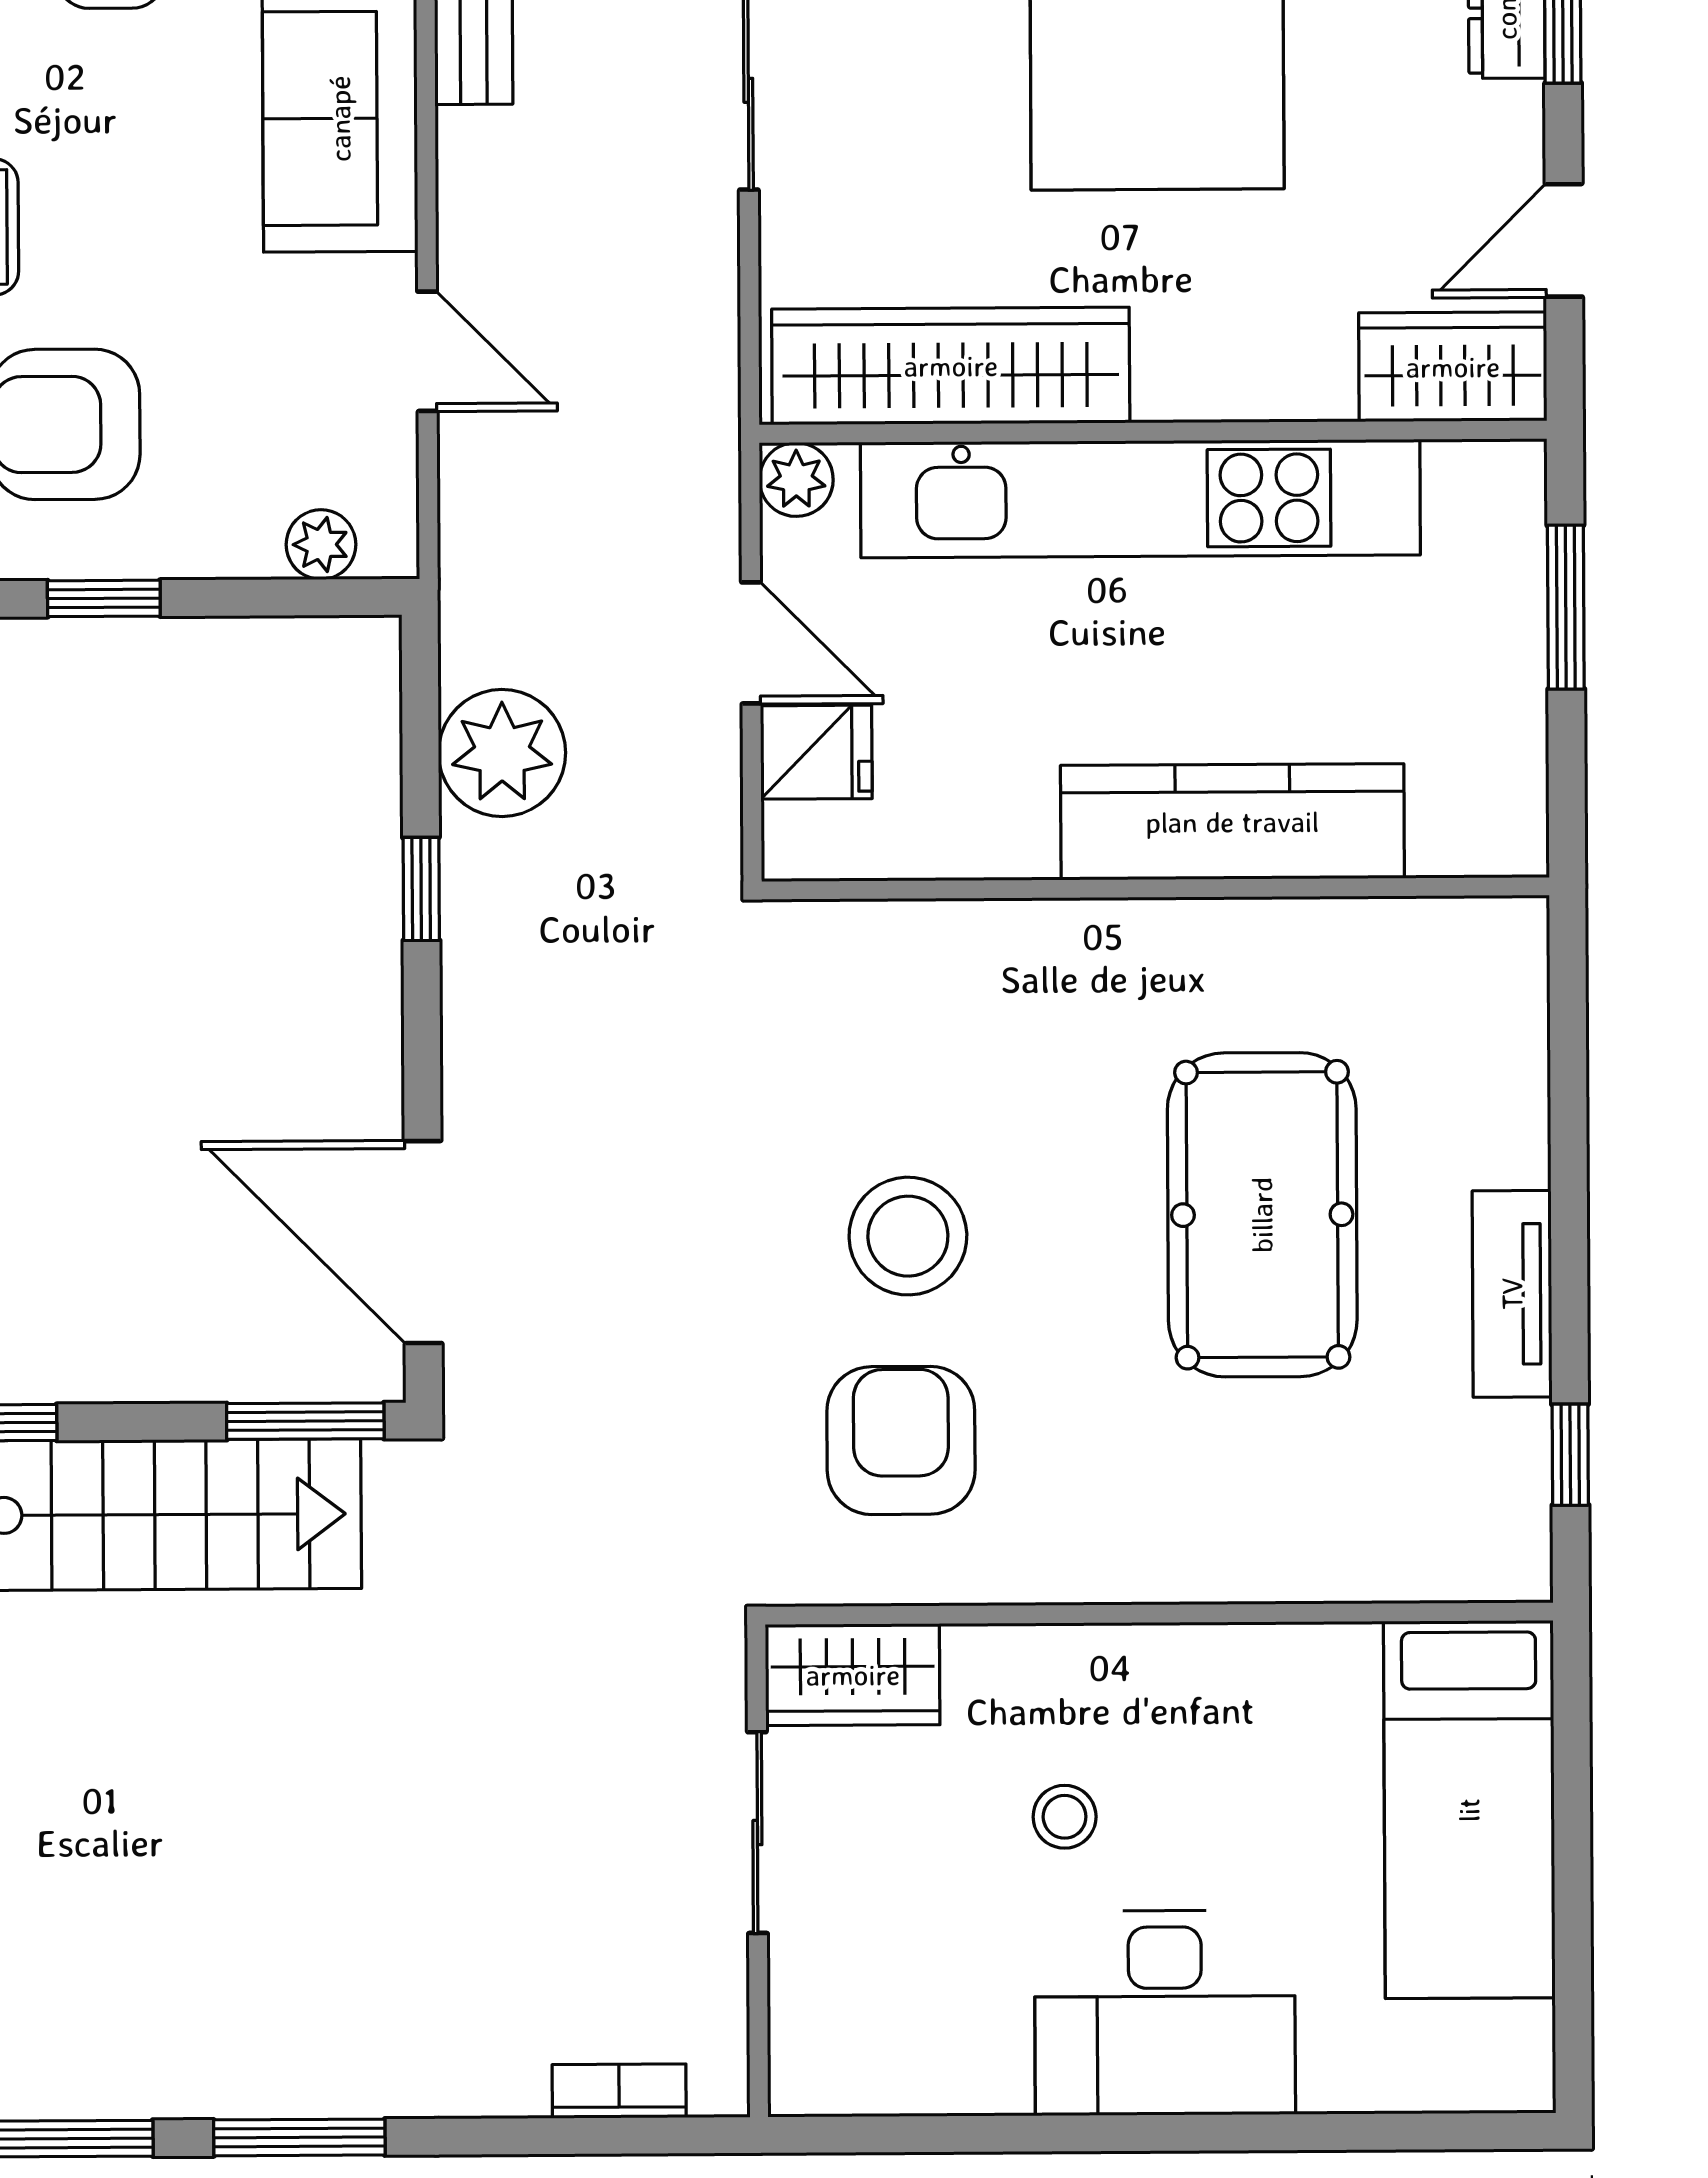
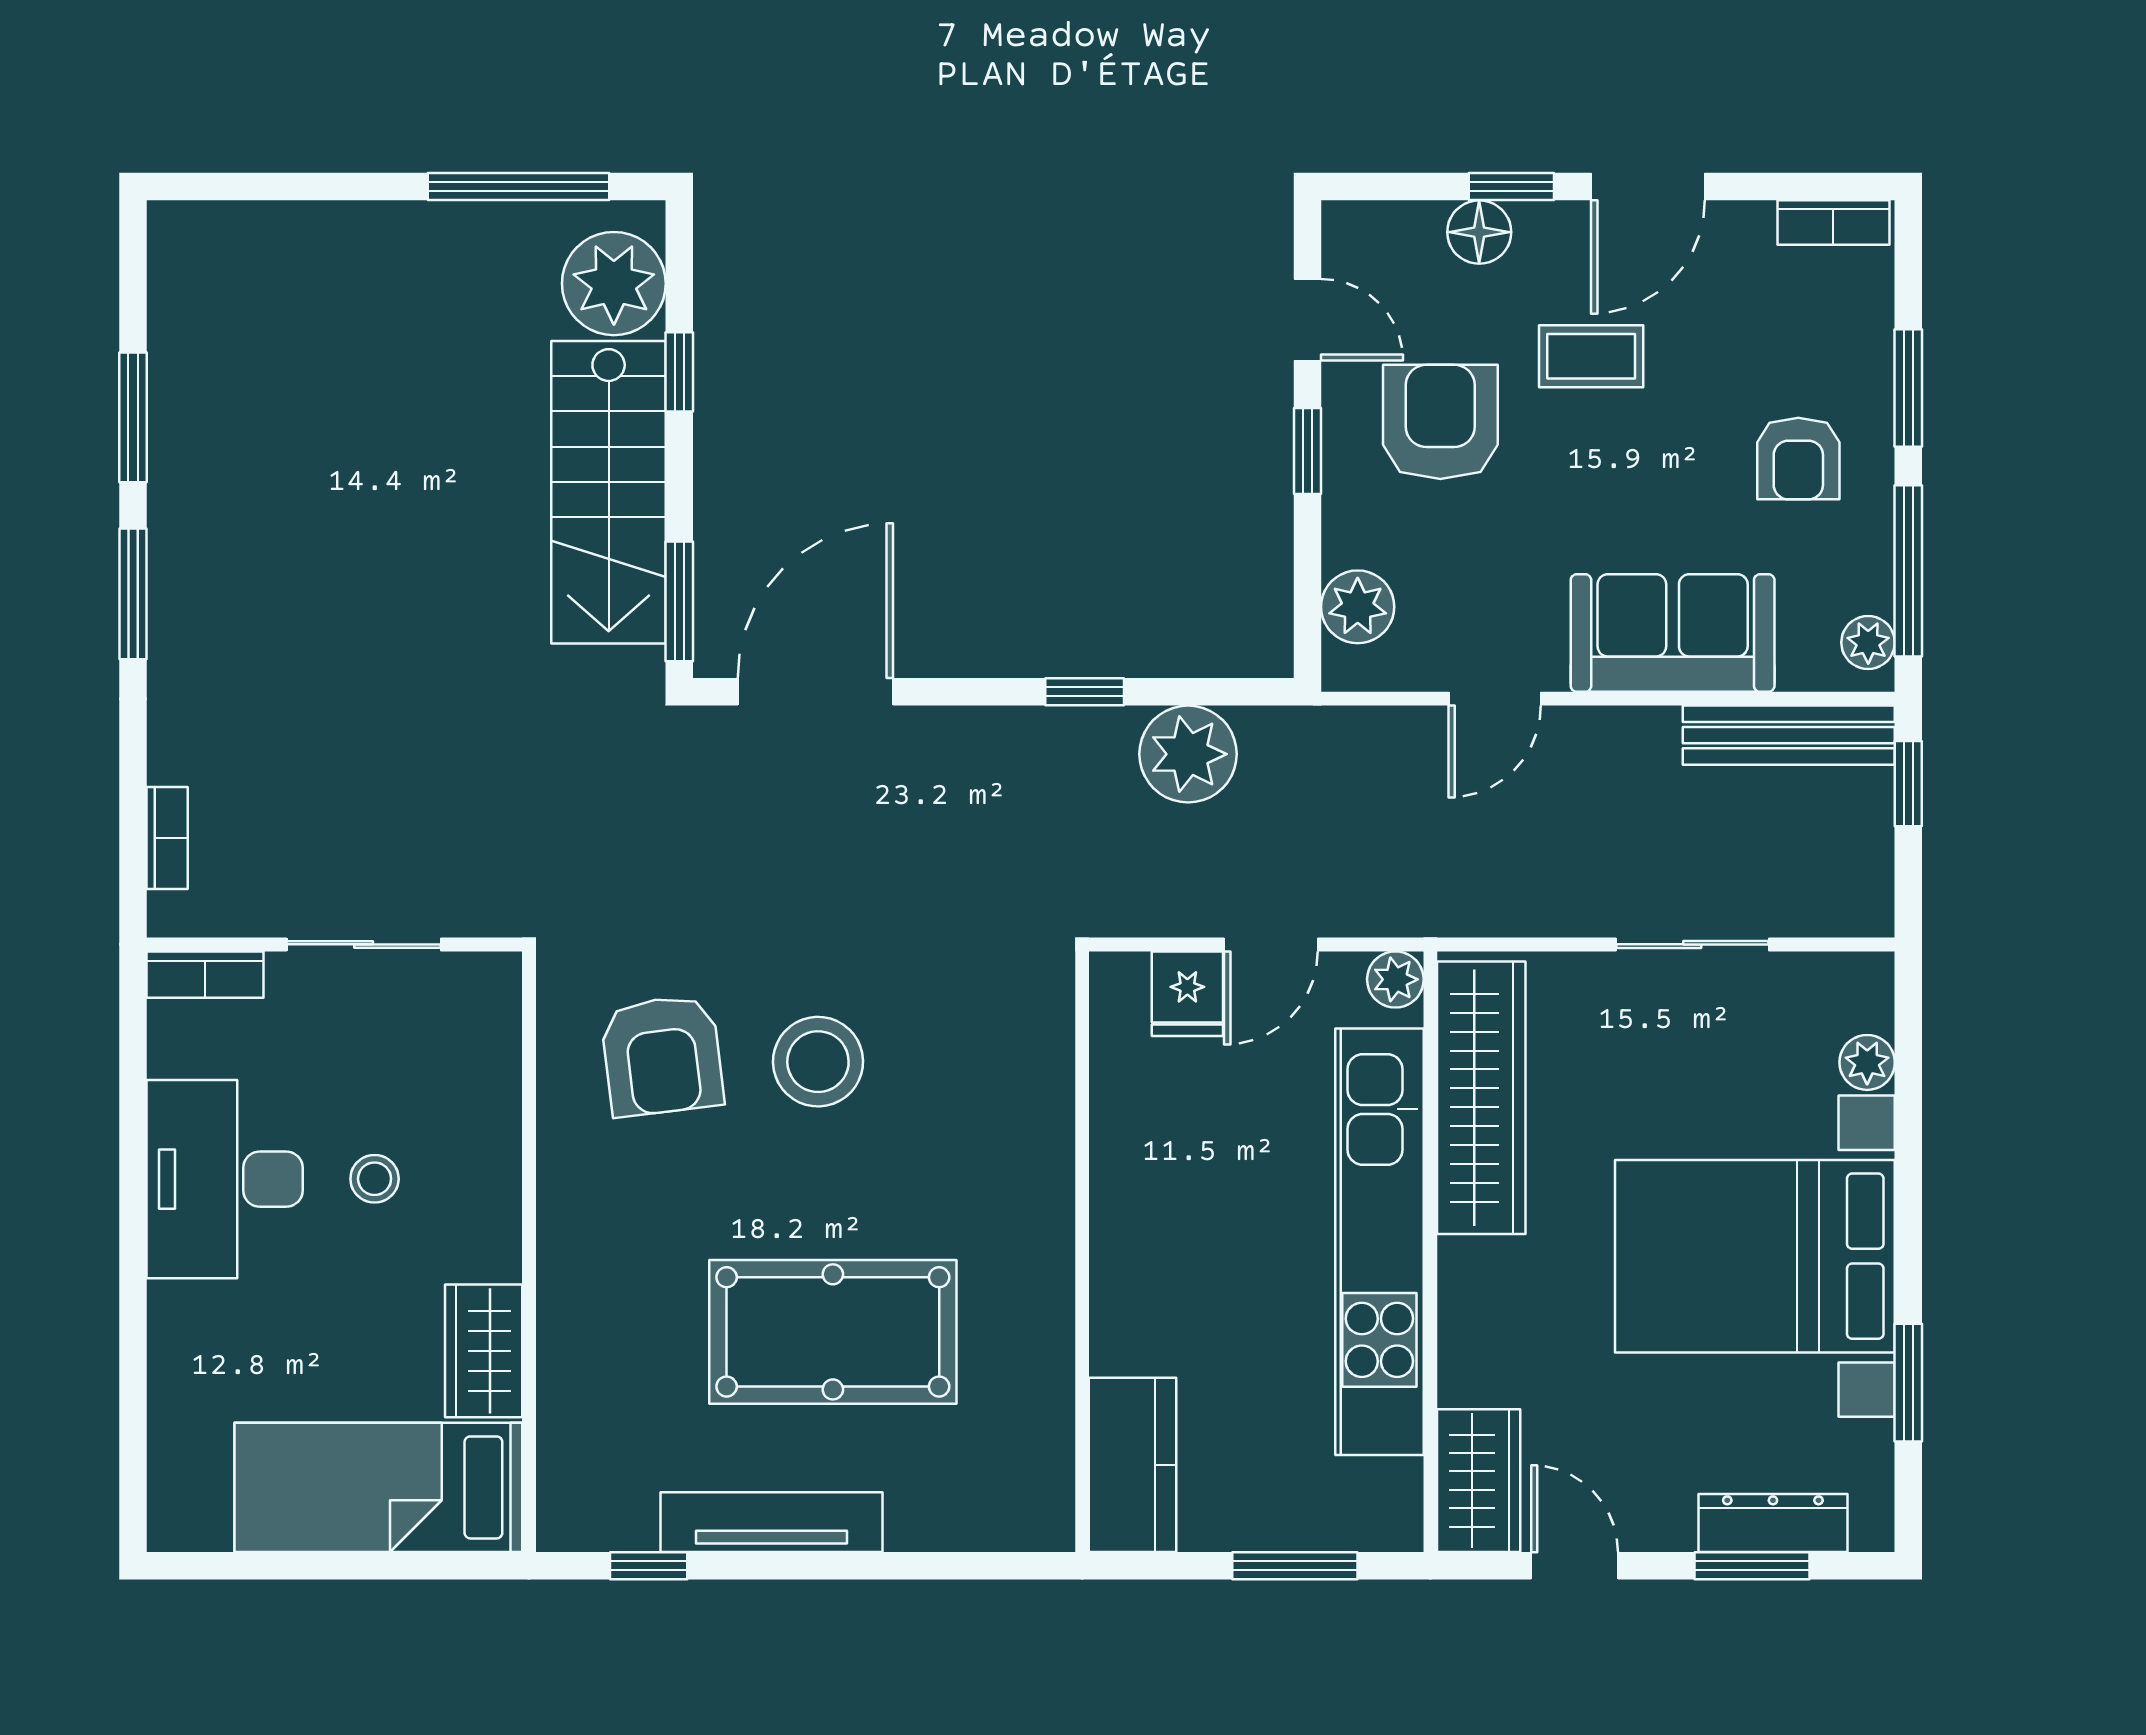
plant: (321, 545) -> (1358, 607), width x1.38, depth x1.38
kitchen counter: (1232, 822) -> (1133, 1465), moved, width x0.67
tv unit: (1512, 1294) -> (771, 1522), width x1.41
armchair: (901, 1440) -> (662, 1055), turned 83
wardrobe: (853, 1675) -> (484, 1351), moved
desk: (1165, 2013) -> (225, 1179), moved
bookcase: (798, 2040) -> (205, 975), added

